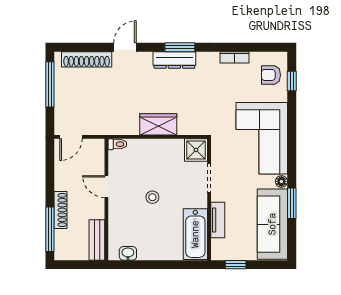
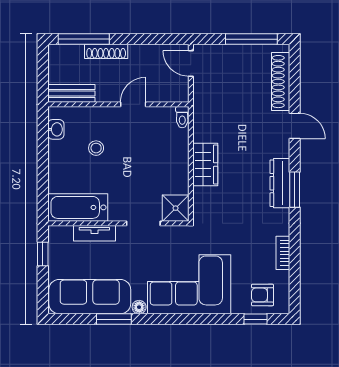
armchair: (271, 75) -> (262, 295), turned -90
stool: (152, 197) -> (96, 148), moved

